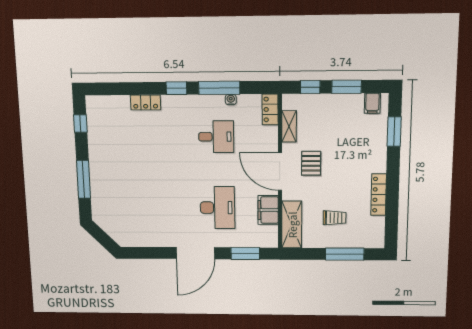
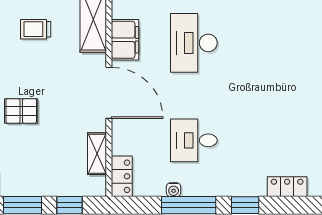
pallet: (311, 163) -> (21, 111), moved, turned 90

